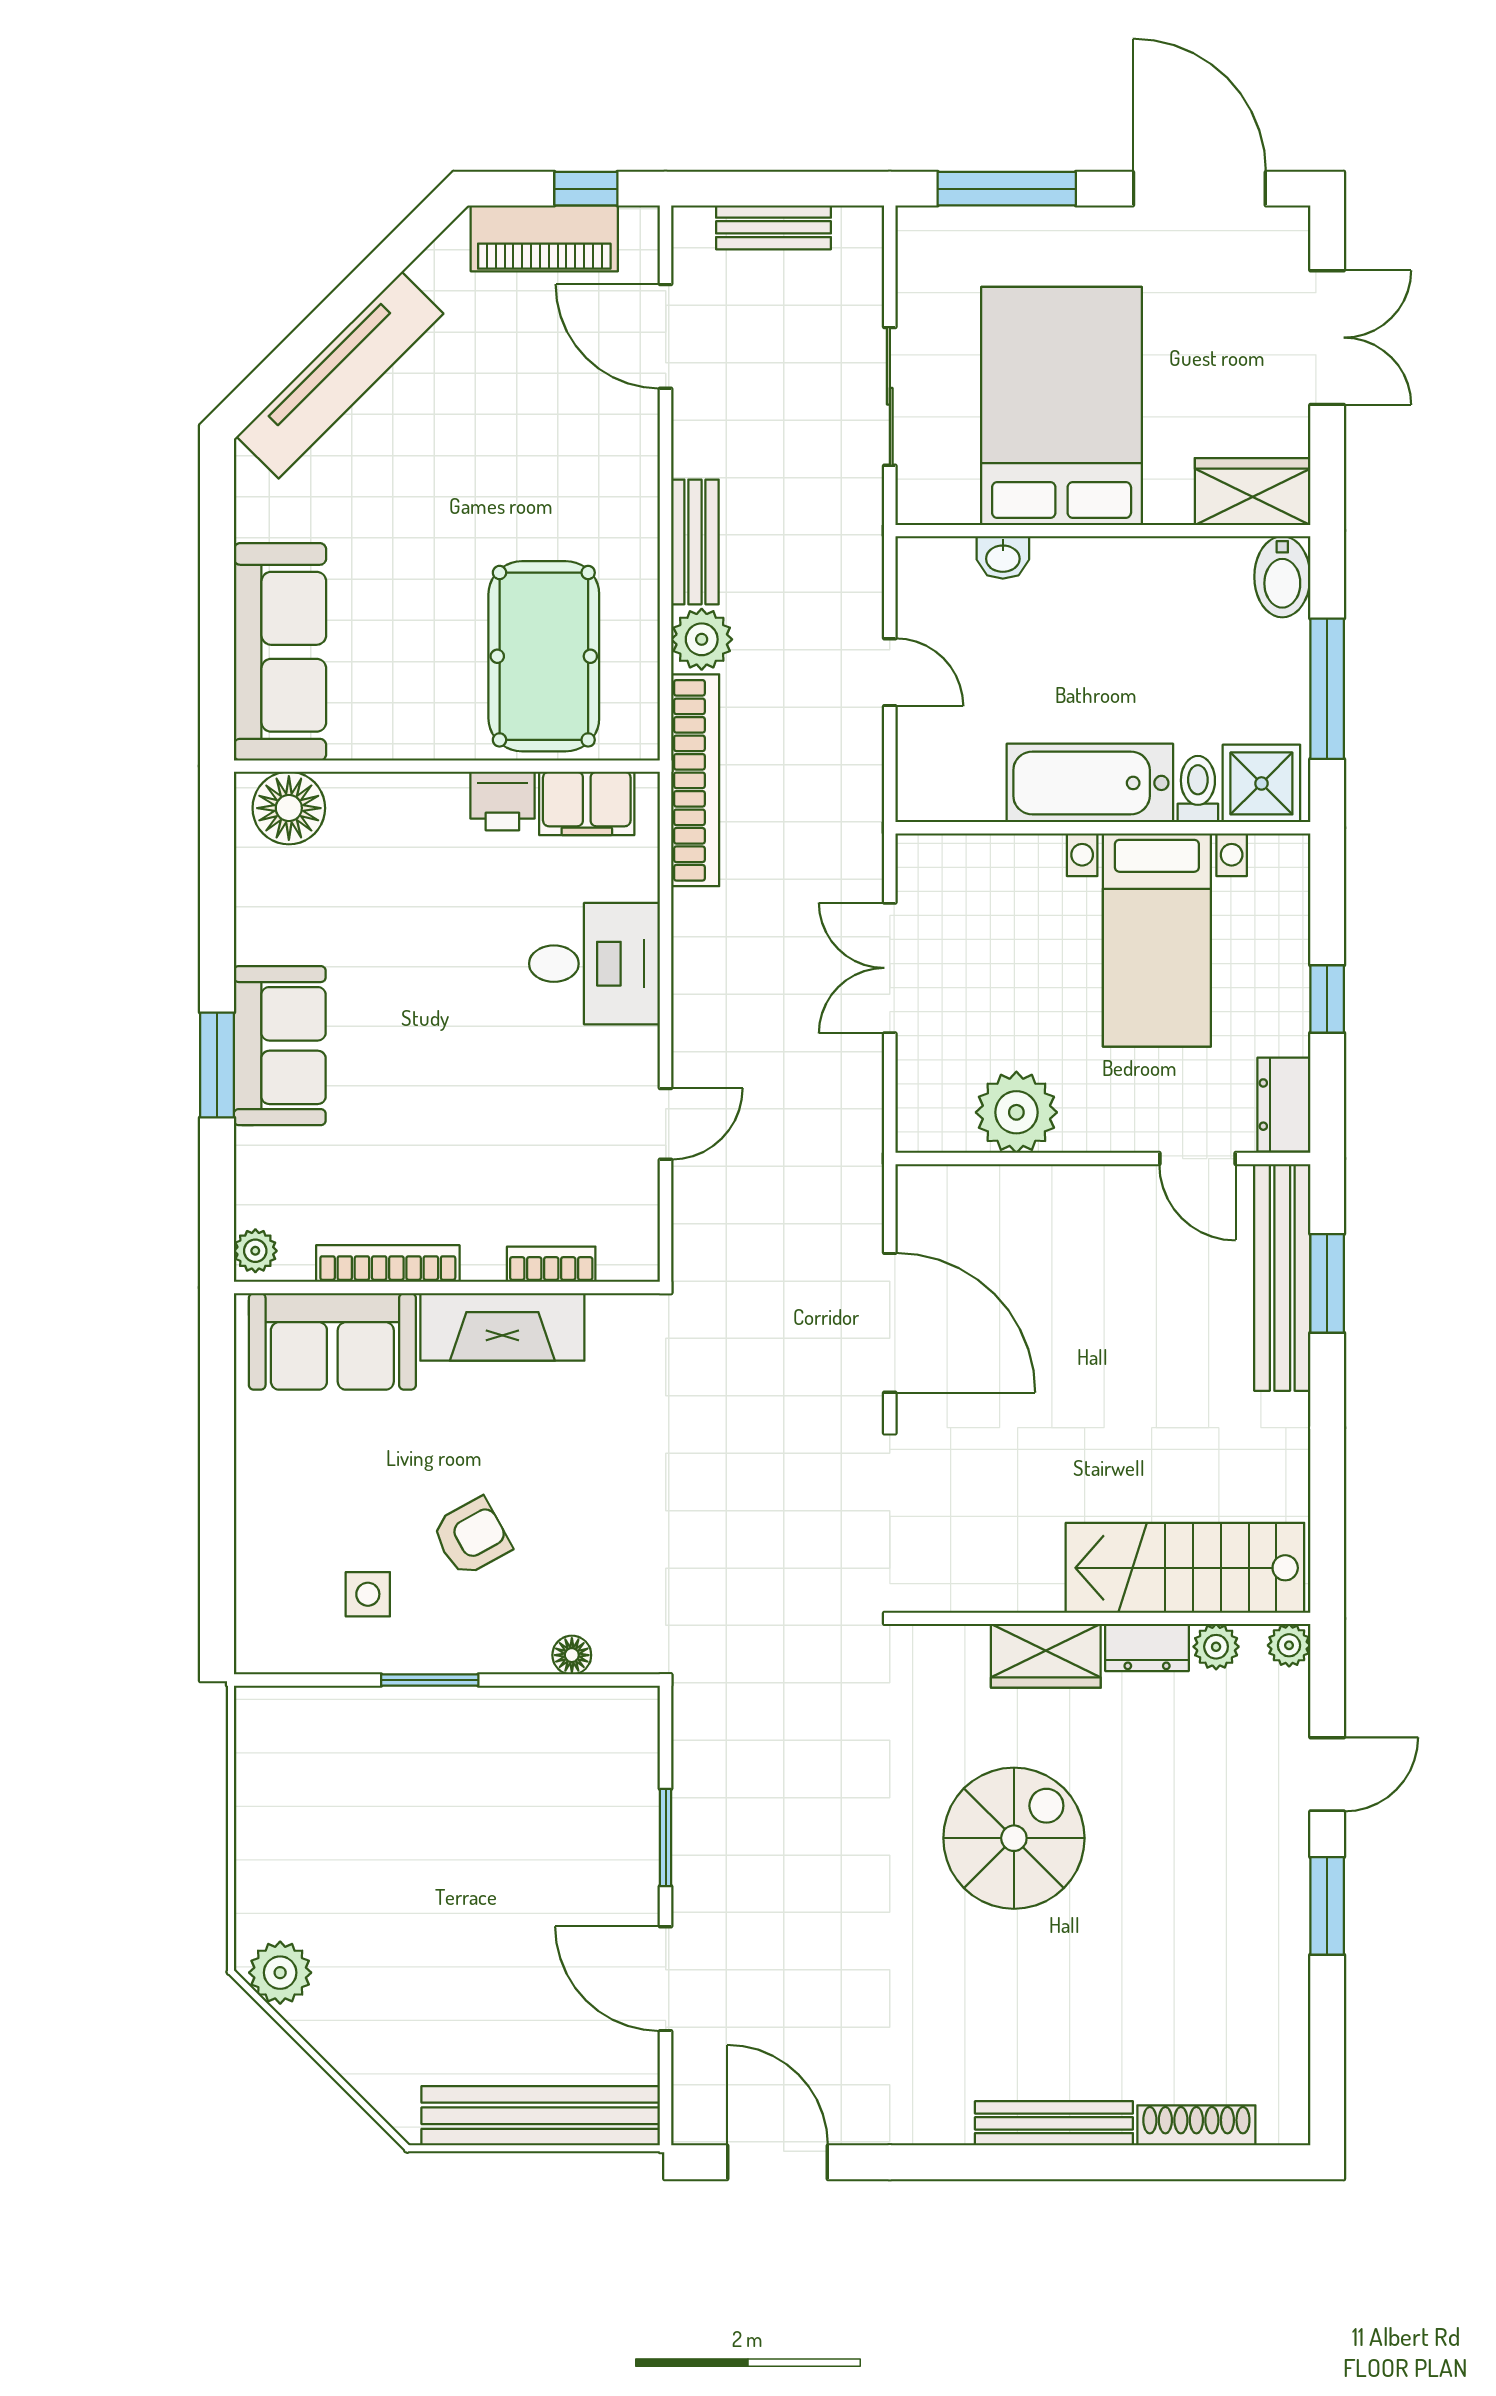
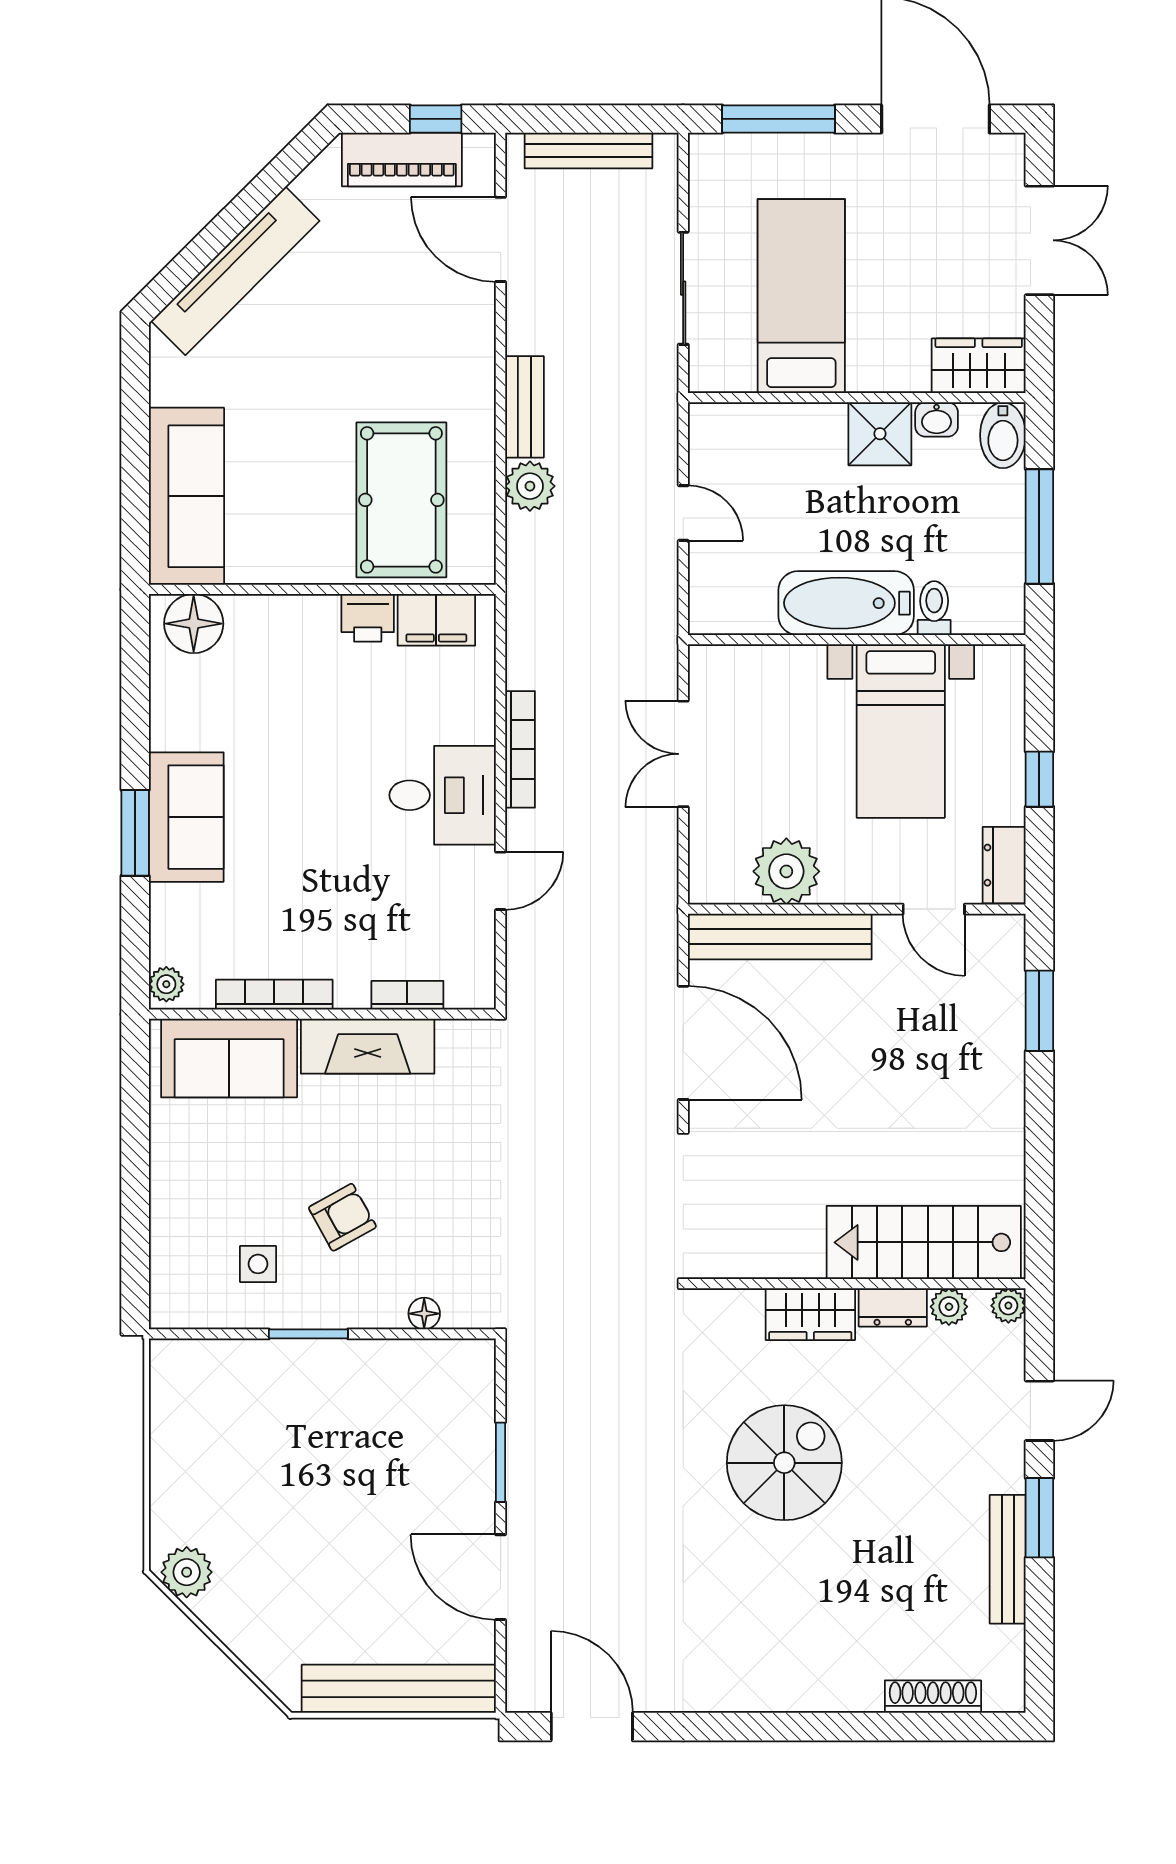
bench: (773, 227) -> (588, 151), width x1.36
bed: (1062, 406) -> (801, 296), width x0.67
washbasin: (1003, 557) -> (937, 419), moved
bookcase: (695, 780) -> (520, 749), moved, width x0.68, depth x0.76
shower: (1261, 783) -> (880, 434), moved
desk: (594, 964) -> (443, 795), moved
bench: (1282, 1278) -> (780, 937), moved, turned 90
bench: (1054, 2123) -> (1008, 1559), moved, turned 90

